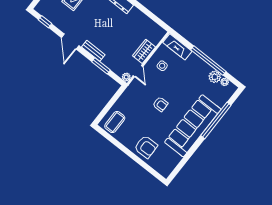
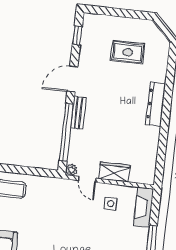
window: (101, 66) -> (66, 132), width x2.11
door: (138, 71) -> (87, 179), hinge flipped
armchair: (160, 104) -> (65, 229), removed

